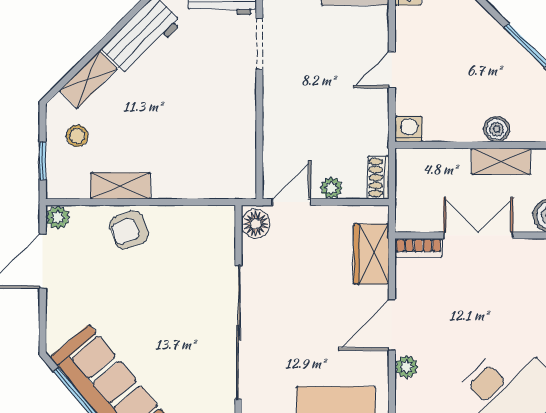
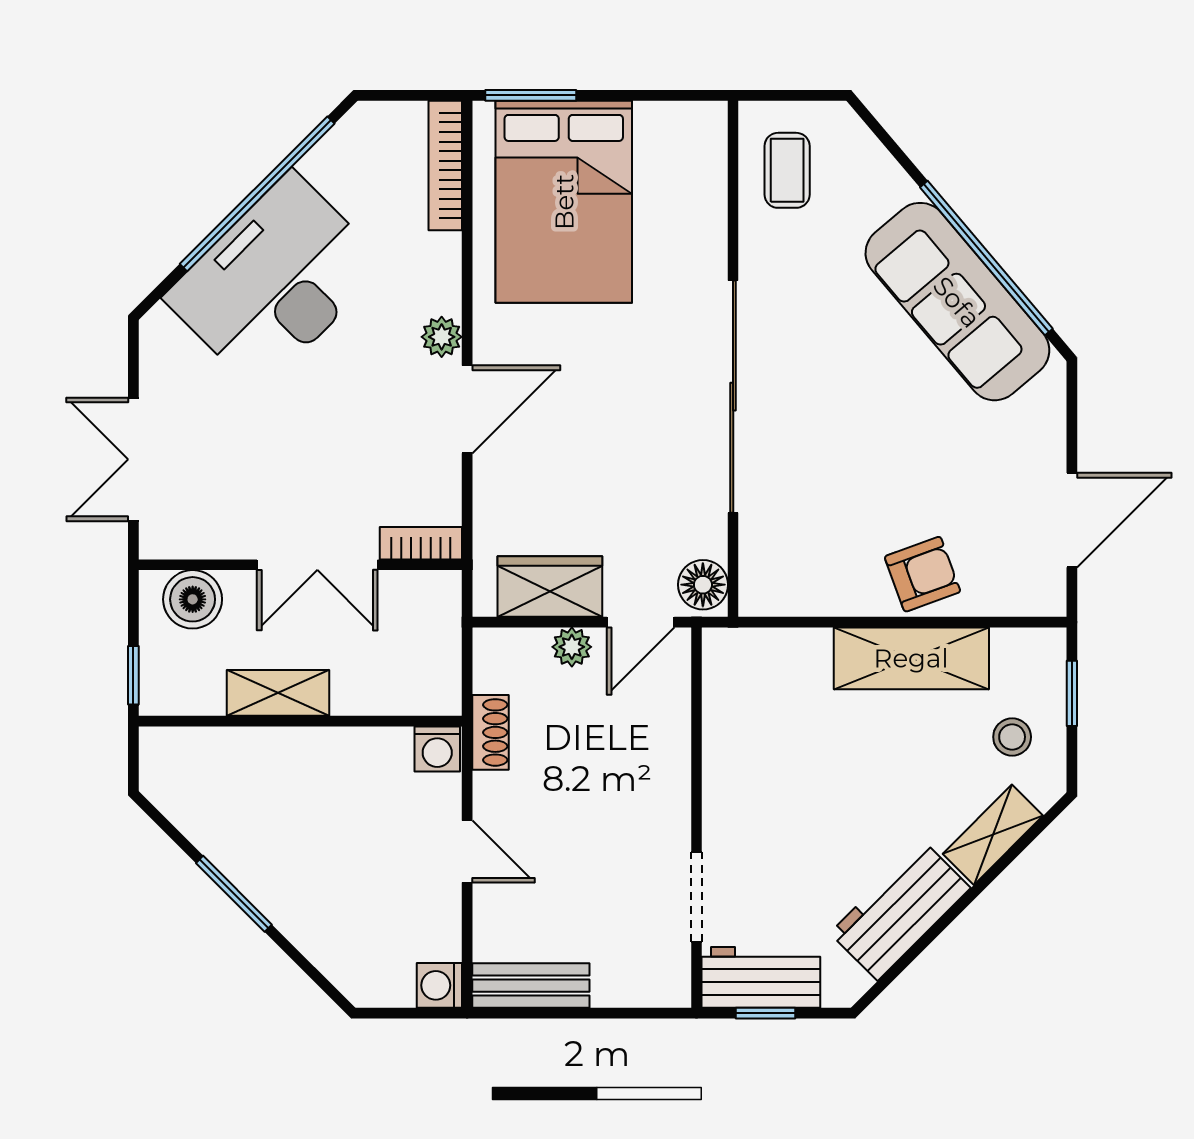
door: (392, 70) -> (467, 851), hinge flipped
boiler: (497, 129) -> (285, 749), removed
shoe rack: (378, 178) -> (491, 732), moved
shelving: (120, 186) -> (911, 658), width x1.50, depth x1.33
plant: (58, 217) -> (1046, 596), removed
wardrobe: (371, 254) -> (550, 587), moved, turned -90

